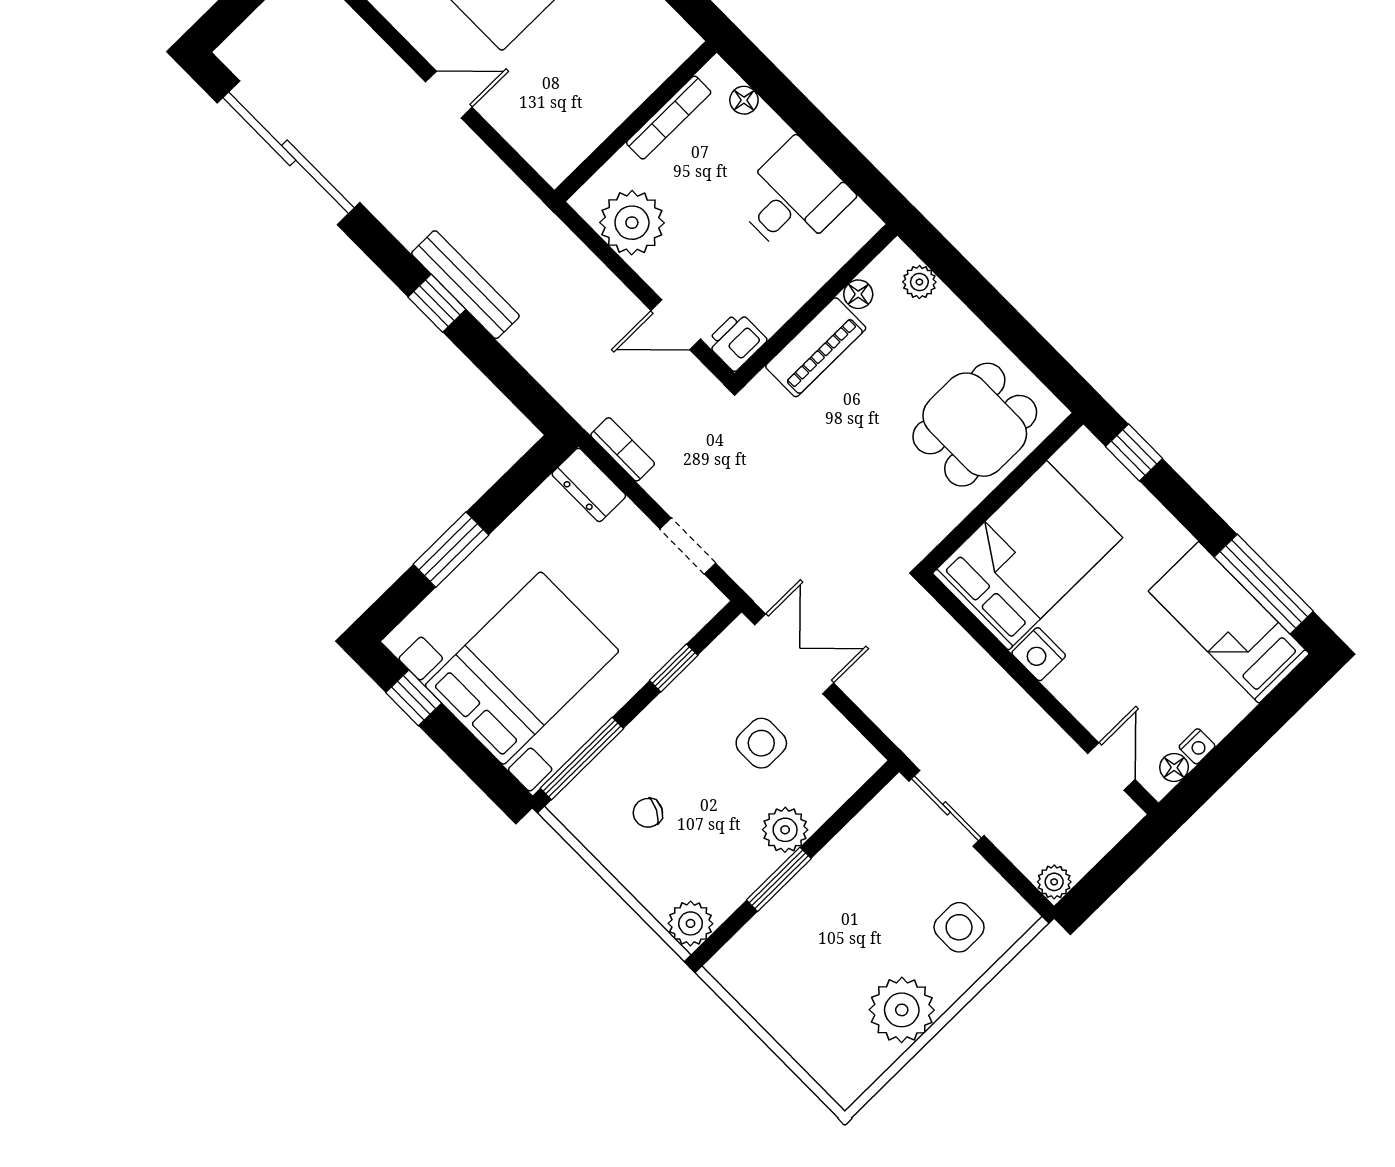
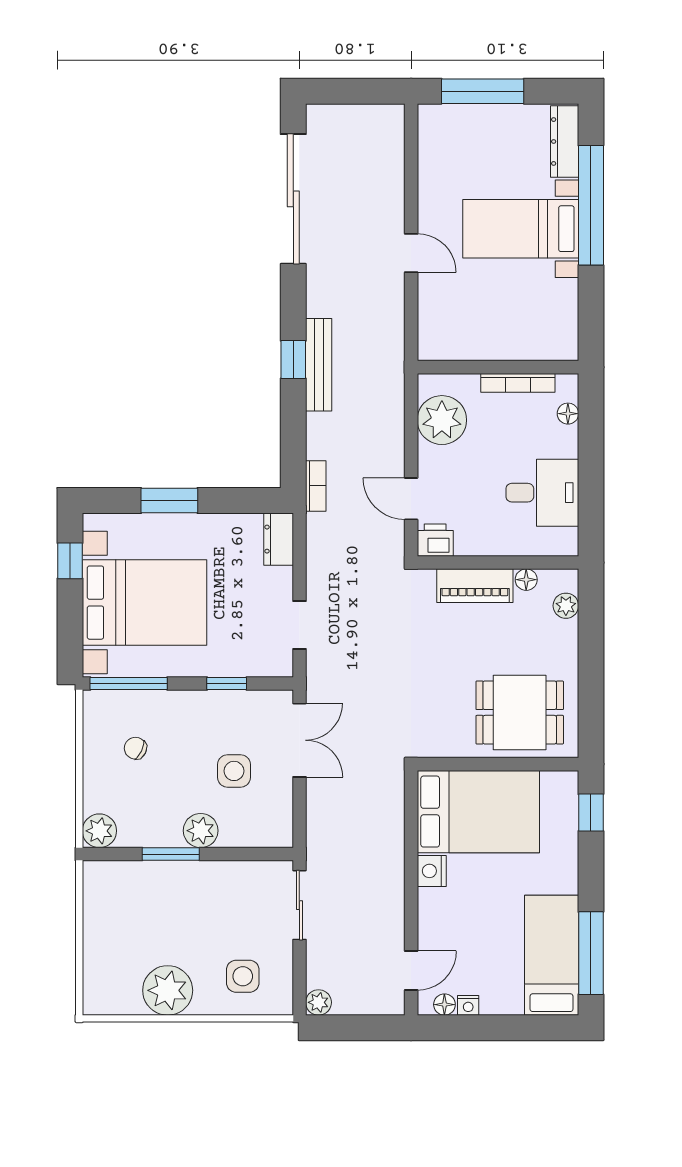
bookcase: (623, 449) -> (316, 486), moved

